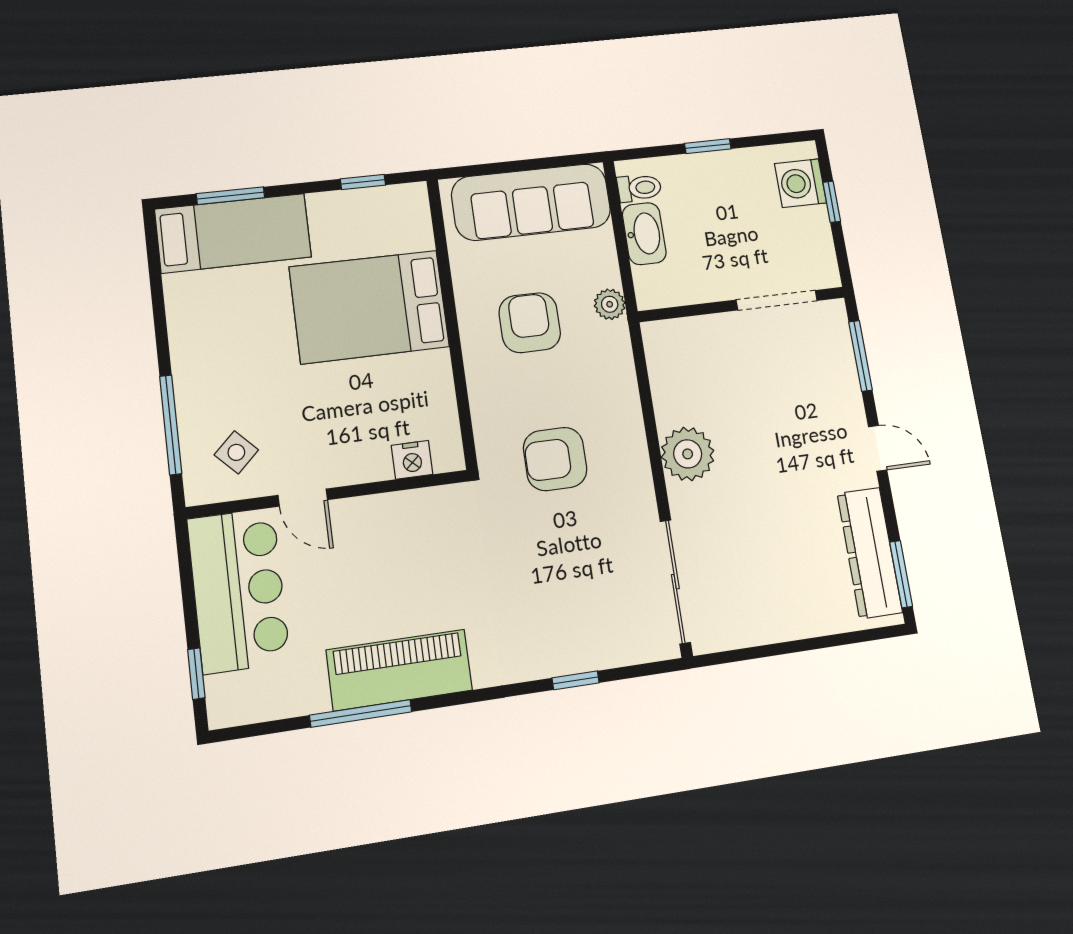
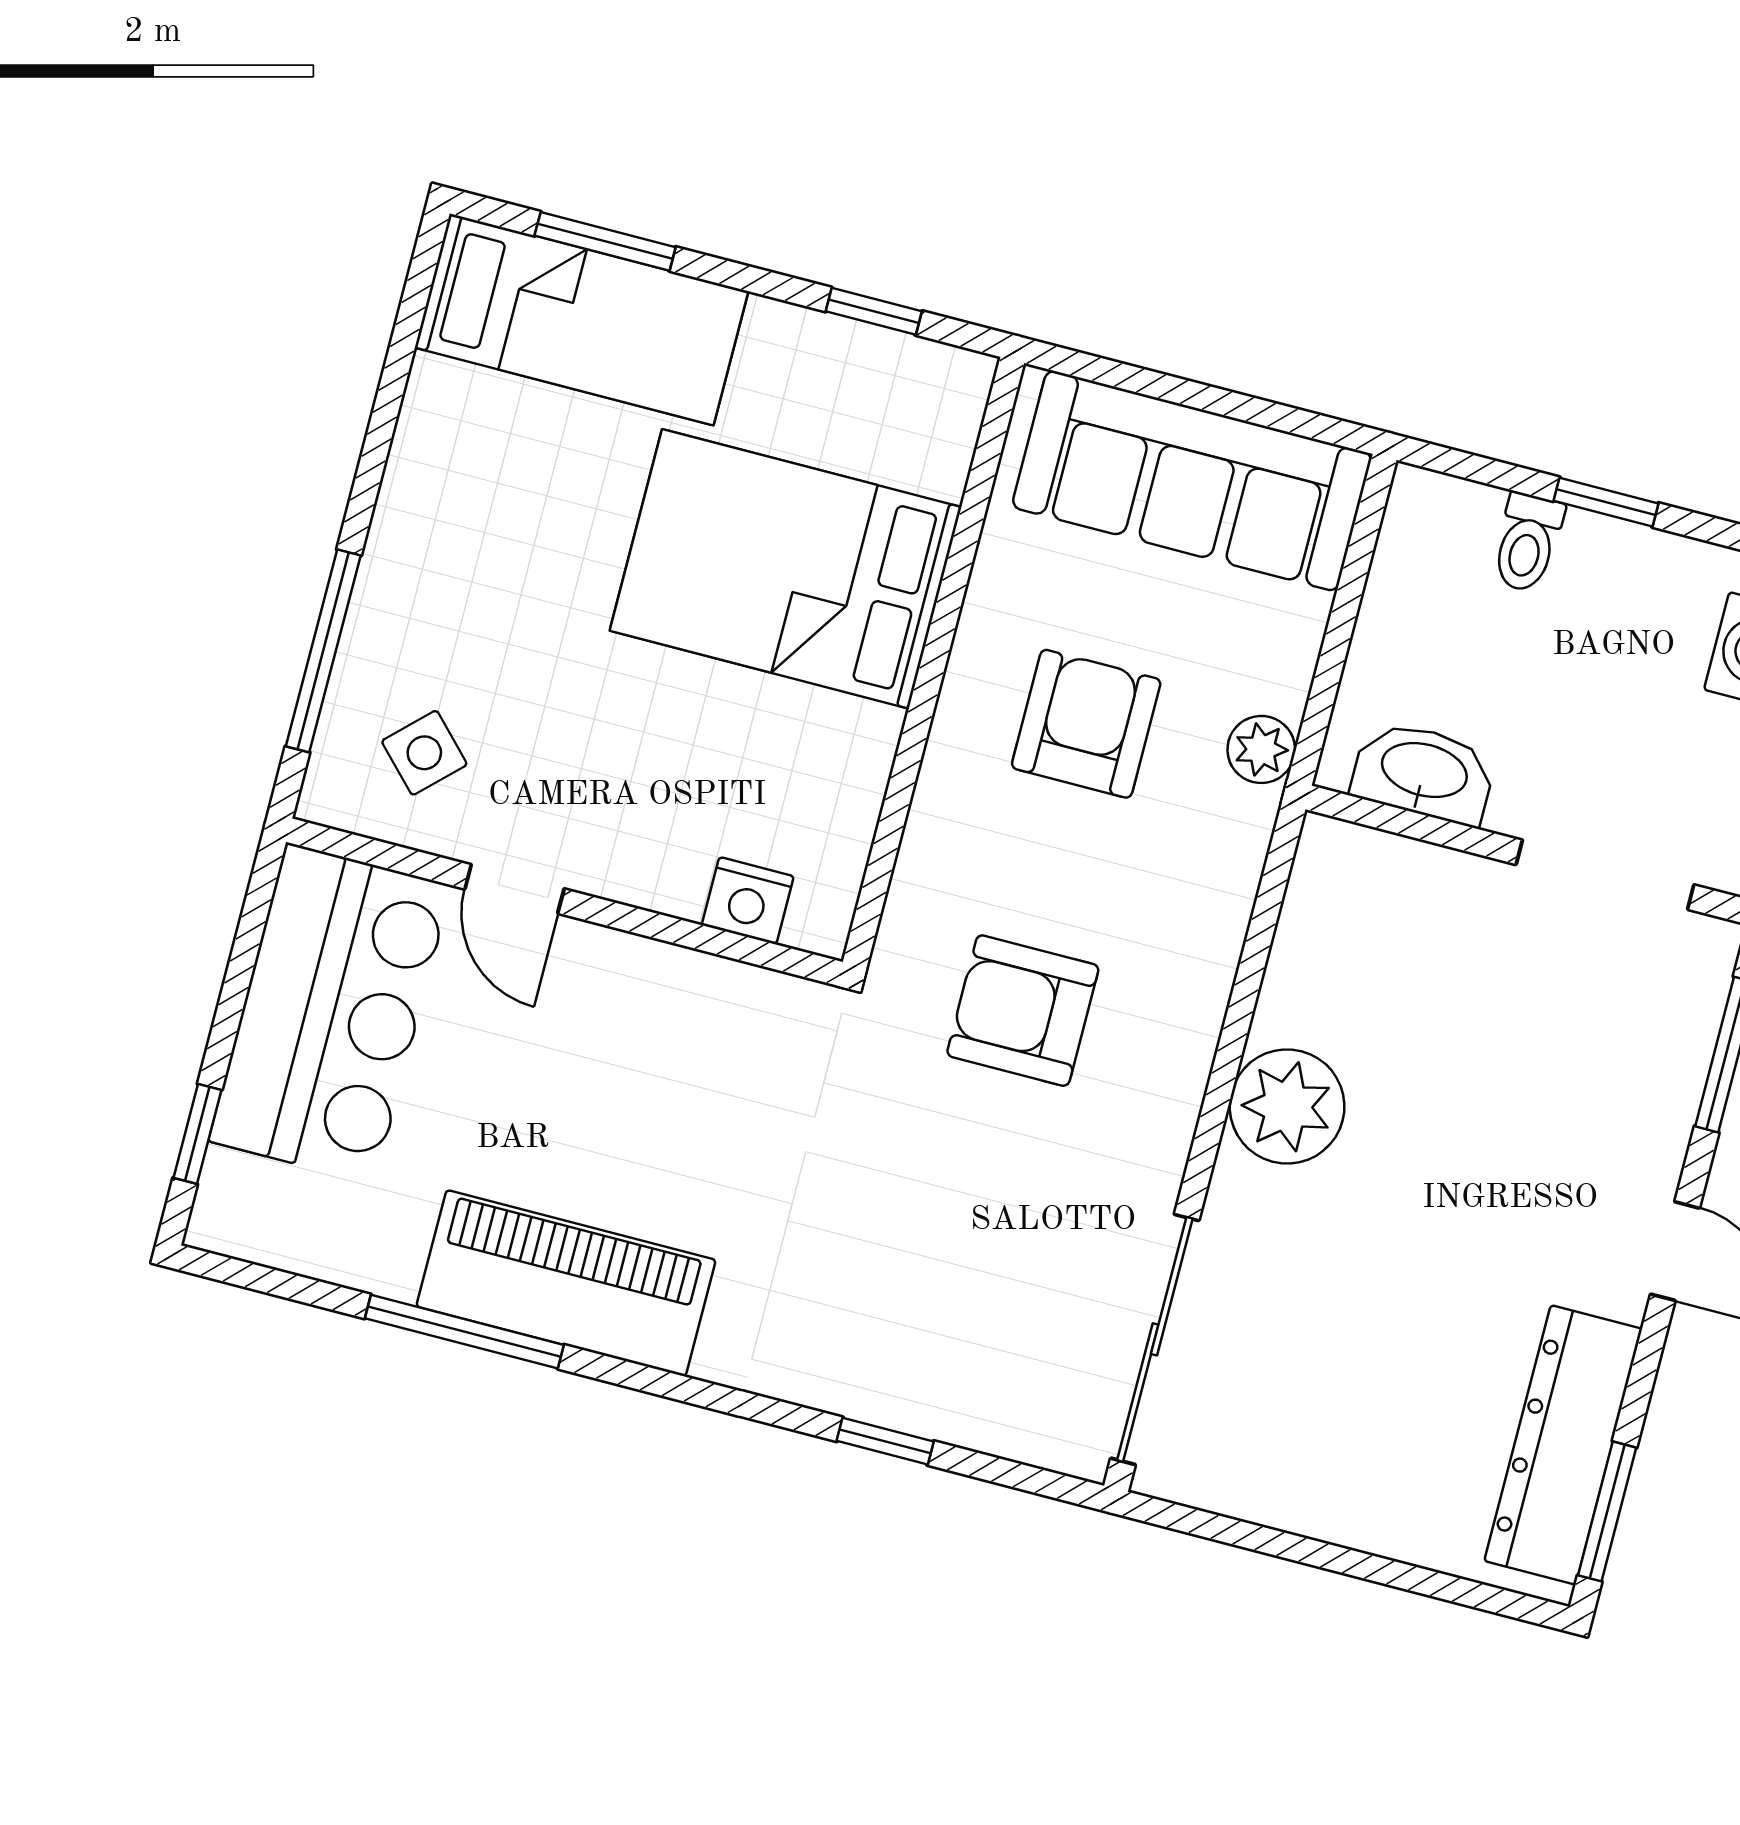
toilet: (639, 188) -> (1527, 543), moved, turned 90
washbasin: (644, 234) -> (1424, 772), moved, turned -90

